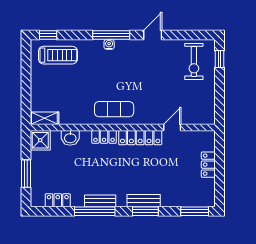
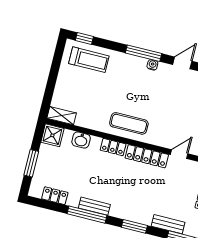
water cooler: (109, 44) -> (152, 65), moved
bench: (144, 201) -> (168, 224), moved

